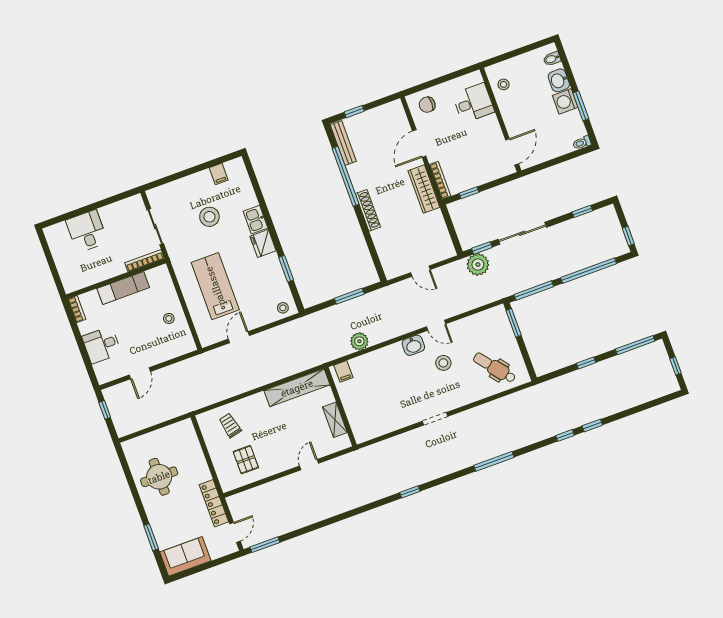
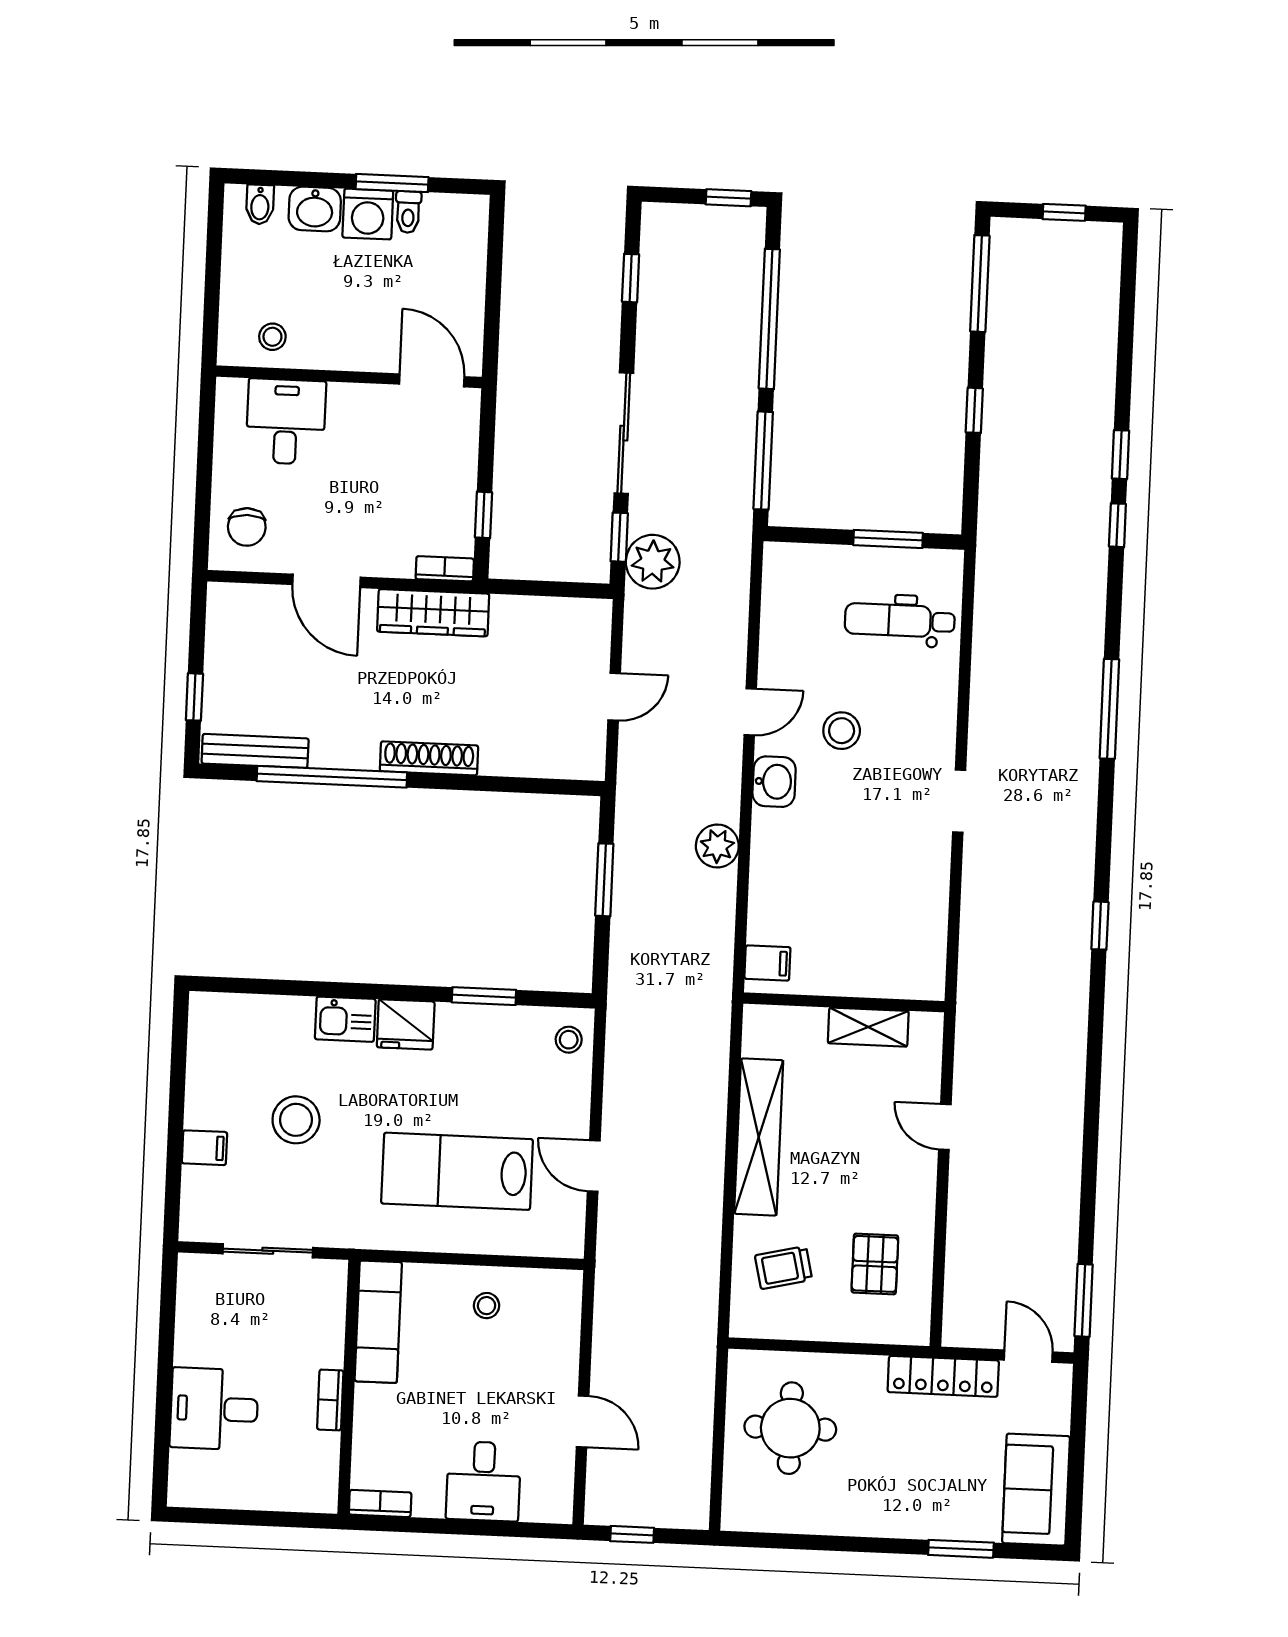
toilet: (582, 143) -> (408, 212), moved
filing cabinet: (219, 174) -> (204, 1148), moved
bookcase: (440, 180) -> (445, 569), width x0.64
bookcase: (145, 261) -> (330, 1400), moved, width x0.64
exam couch: (123, 288) -> (378, 1322), moved
window: (514, 323) -> (888, 539), moved
plant: (359, 341) -> (717, 846), moved
dental chair: (494, 368) -> (900, 620), turned 39
shelving: (297, 388) -> (759, 1137), moved
pallet: (246, 460) -> (875, 1264), turned 90
round table: (159, 477) -> (790, 1428), moved

